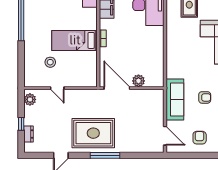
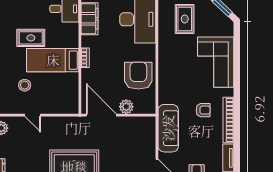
rug: (56, 21) -> (31, 38), added
armchair: (149, 54) -> (138, 76), added
armchair: (205, 97) -> (203, 110), moved

